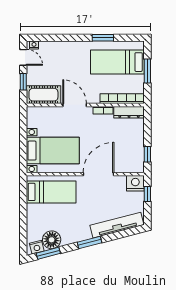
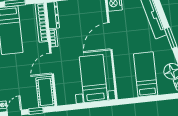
door: (98, 174) -> (110, 36), hinge flipped
bed: (51, 192) -> (146, 74), moved

